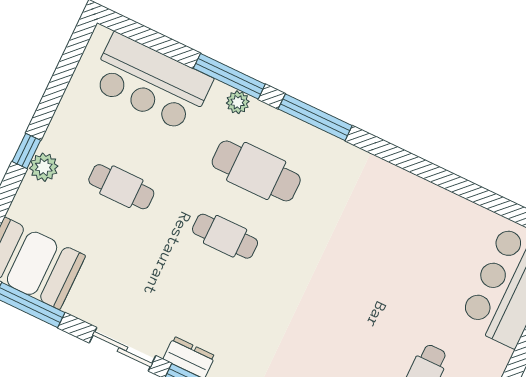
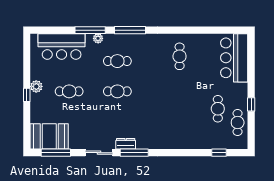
plant: (44, 167) -> (36, 86), moved
cafe table: (256, 171) -> (117, 61), width x0.73, depth x0.74
cafe table: (395, 225) -> (180, 56), added

